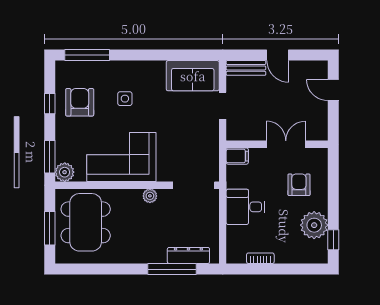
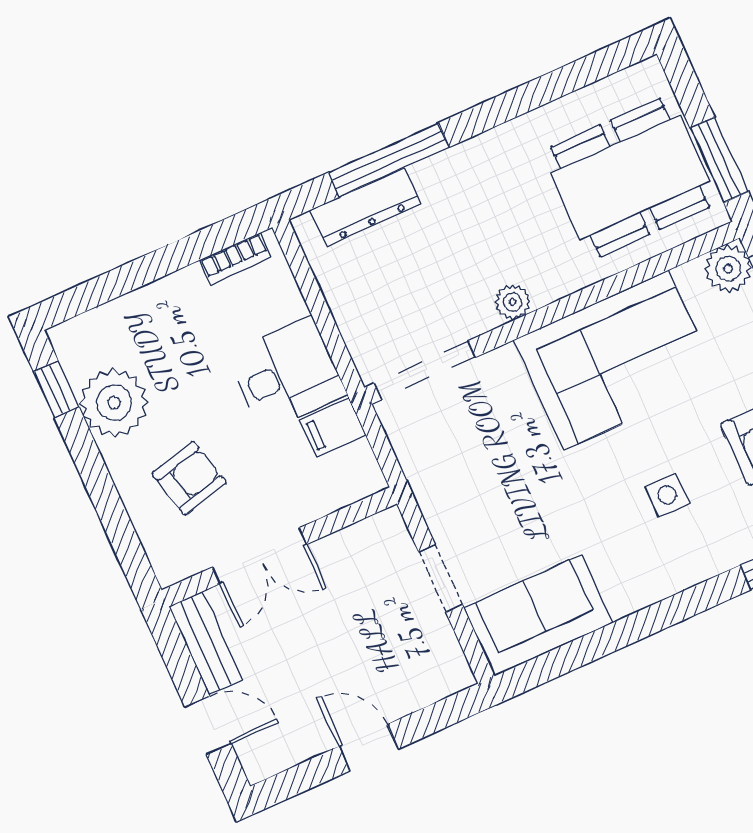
bench: (246, 68) -> (206, 643), moved, turned 90
filing cabinet: (237, 156) -> (333, 427), moved
armchair: (299, 185) -> (189, 478), turned -104
dining table: (86, 222) -> (630, 177), turned 90
window: (50, 228) -> (719, 160), moved
bookcase: (260, 258) -> (235, 259), moved

